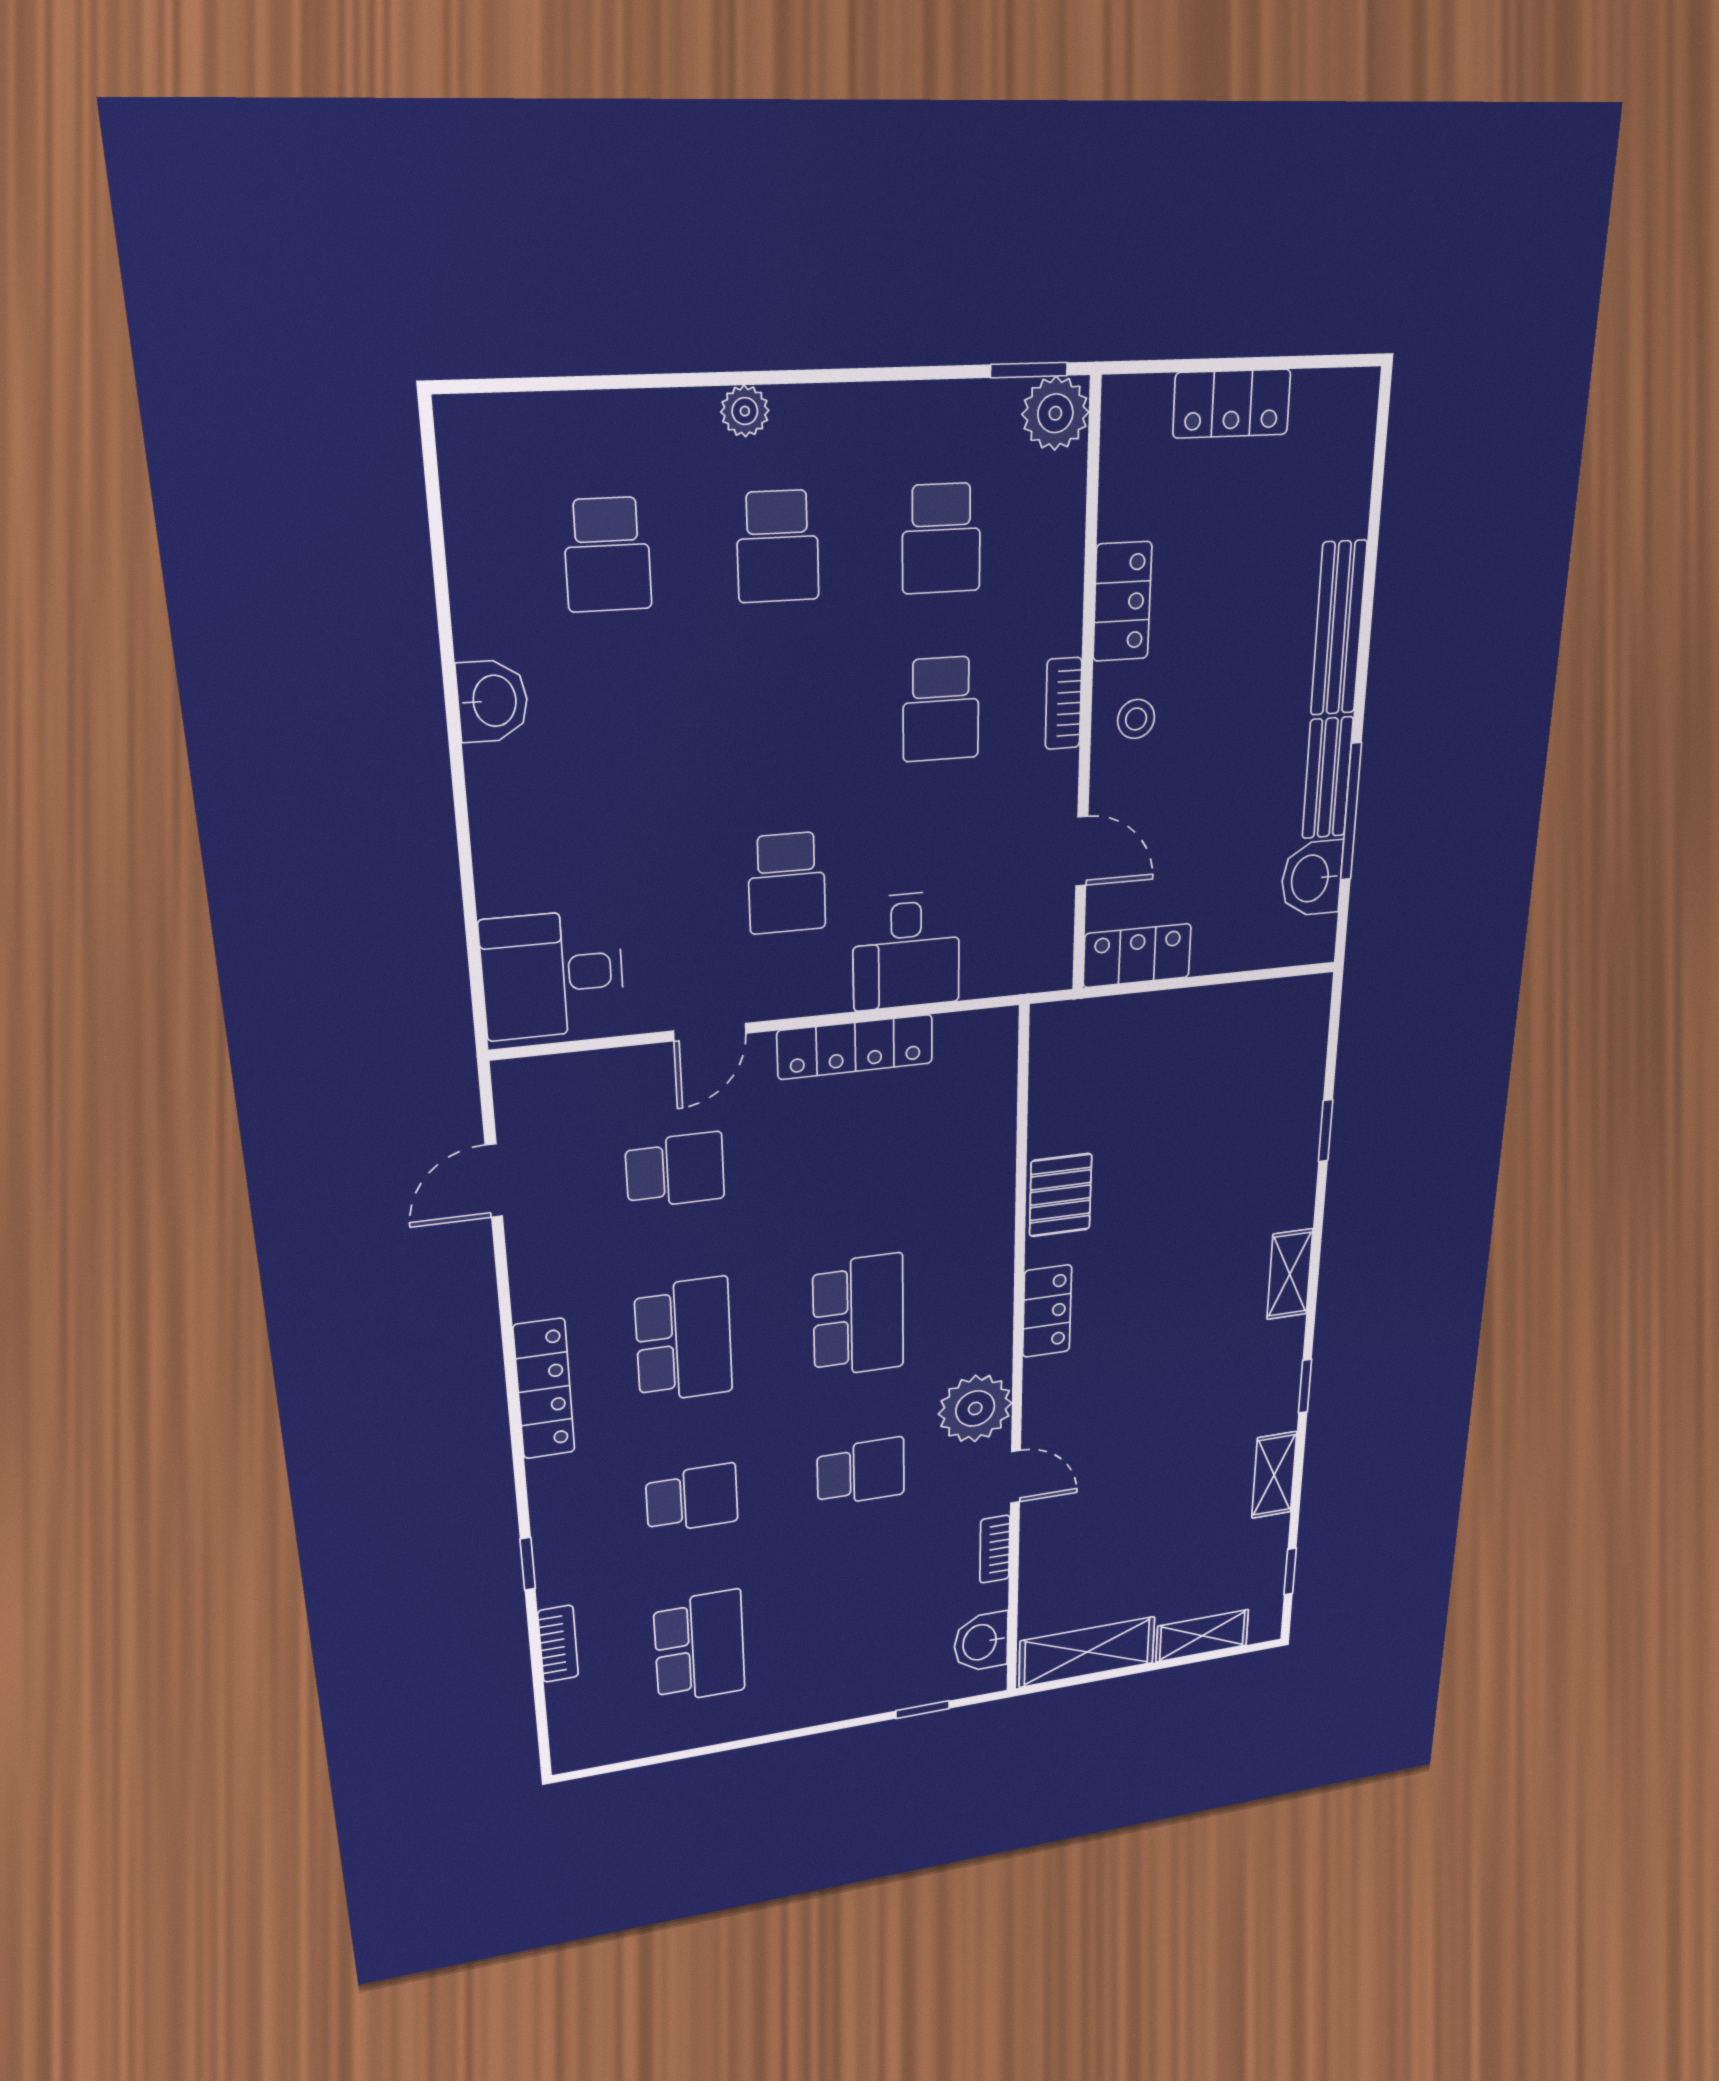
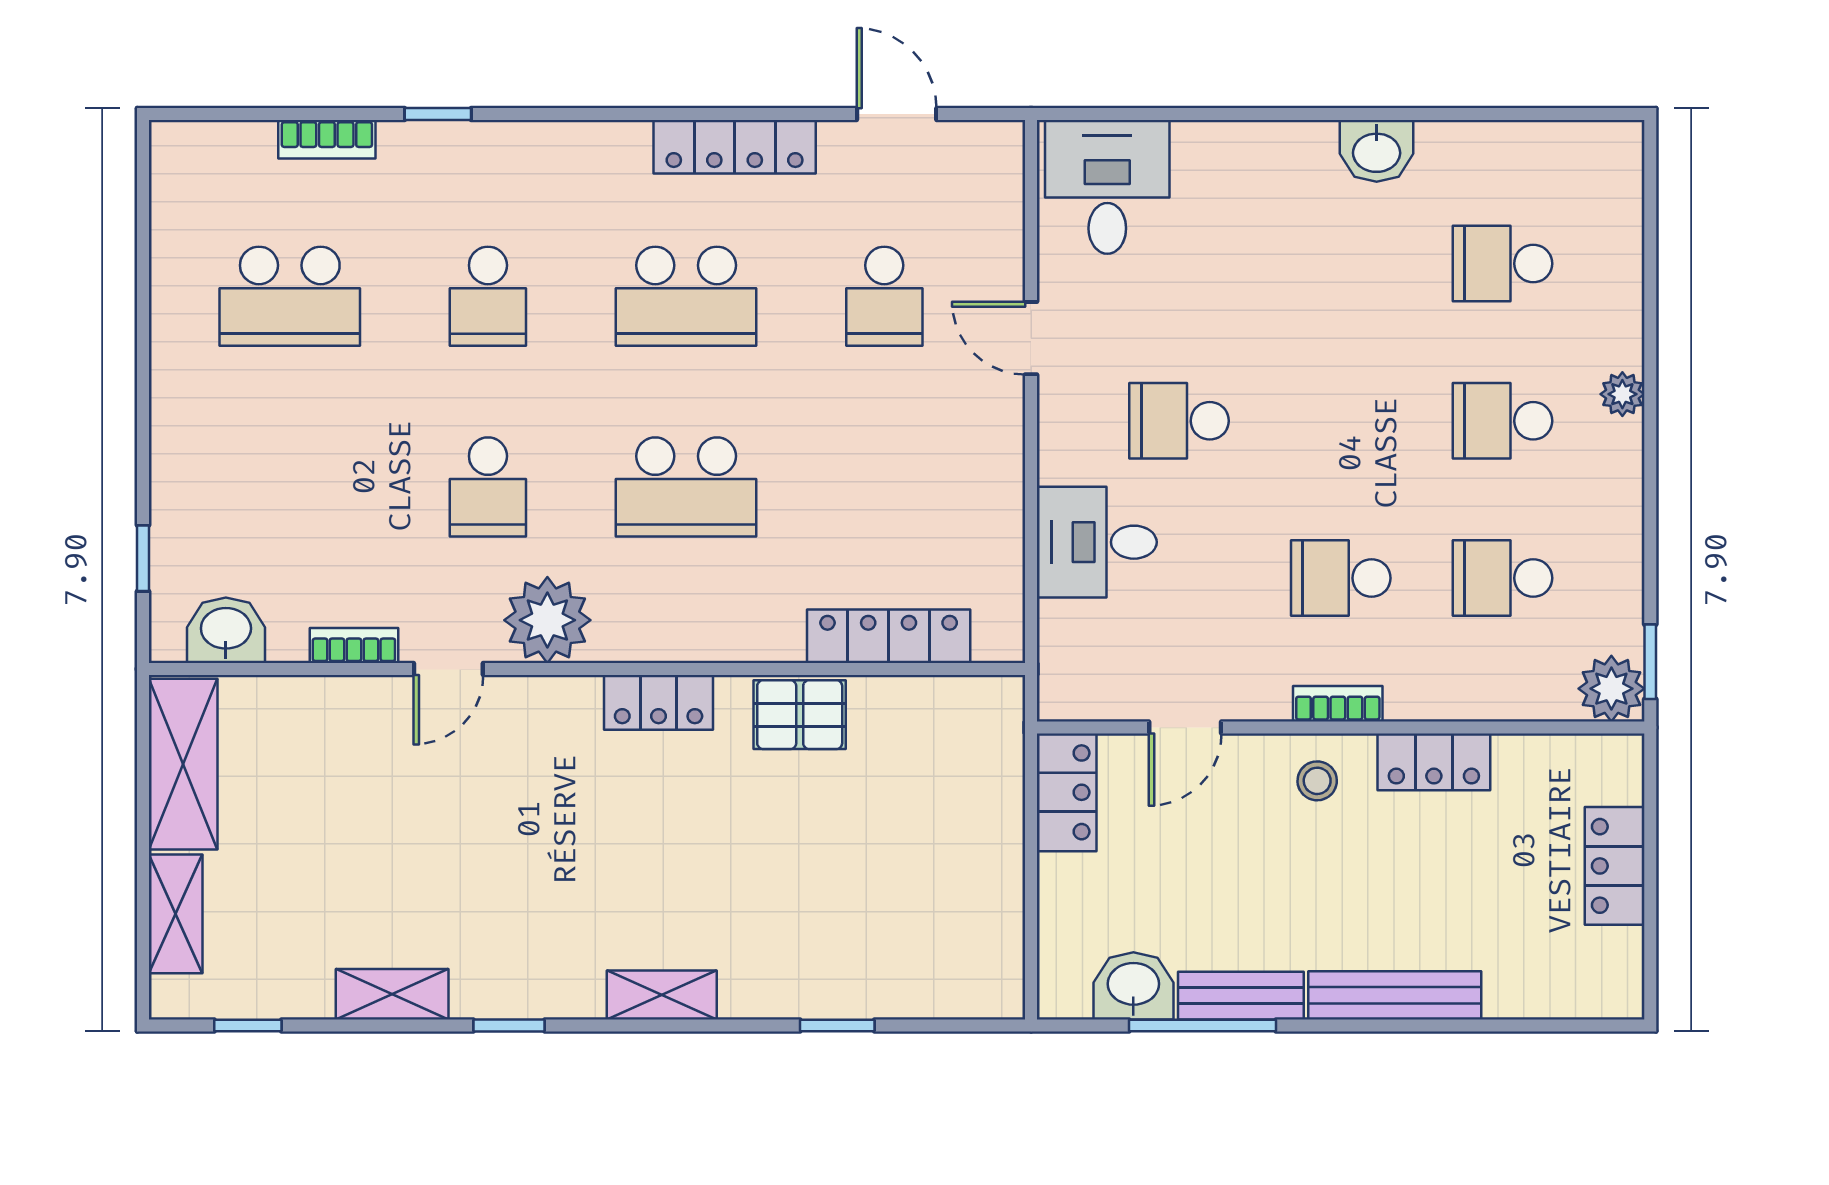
locker: (855, 1047) -> (889, 636), moved, turned 90
locker: (544, 1389) -> (735, 147), moved

